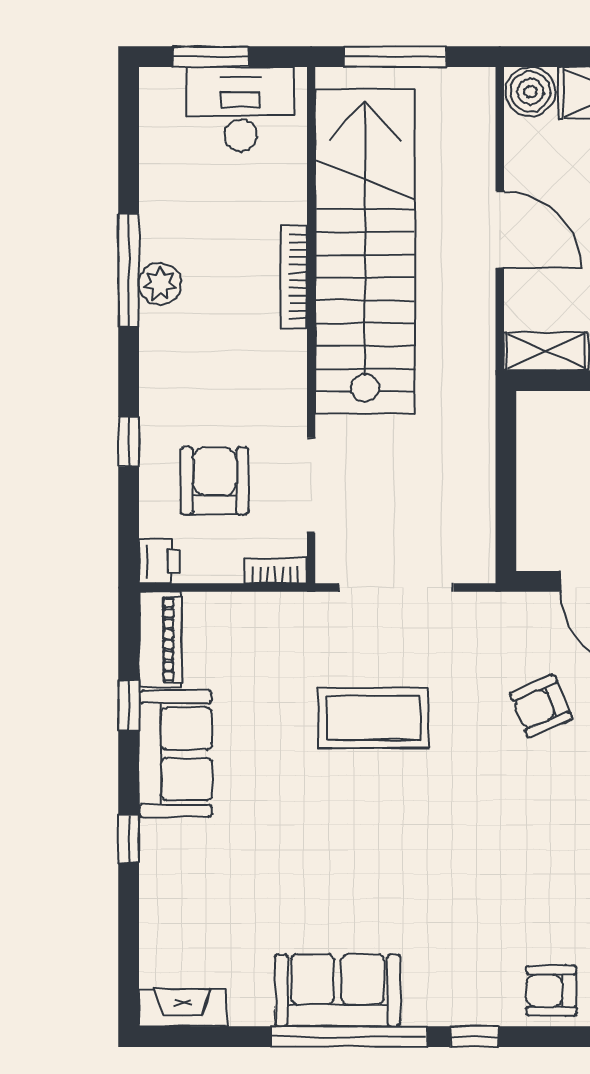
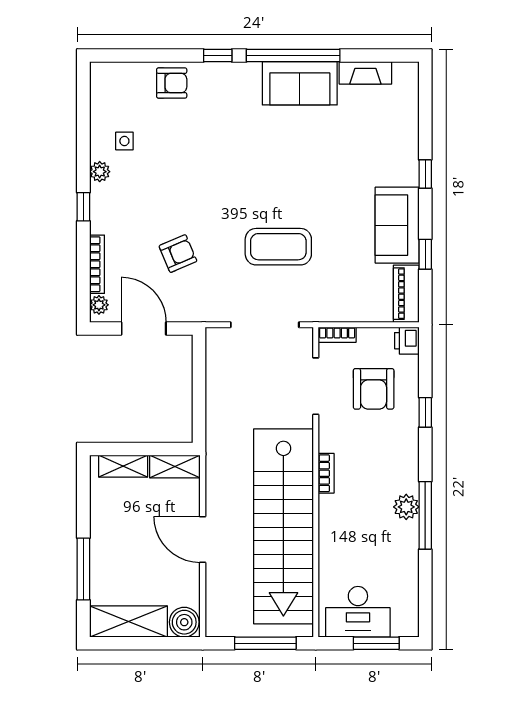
bookcase: (294, 277) -> (326, 473), moved, width x0.64
fireplace: (183, 1008) -> (365, 73), moved

